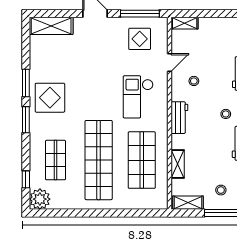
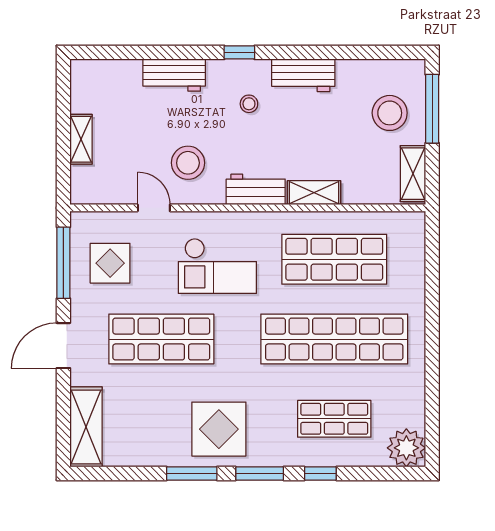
shelving: (185, 23) -> (81, 139), moved
shop shelf: (99, 67) -> (161, 339), added
stool: (194, 81) -> (188, 163), width x1.89, depth x1.89
shelving: (178, 164) -> (314, 193), moved
window: (26, 179) -> (320, 474), moved
stool: (221, 190) -> (390, 113), width x1.89, depth x1.89

